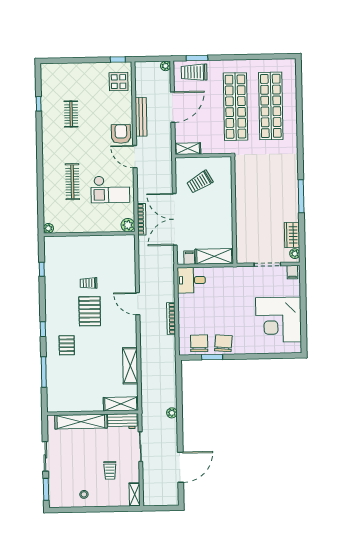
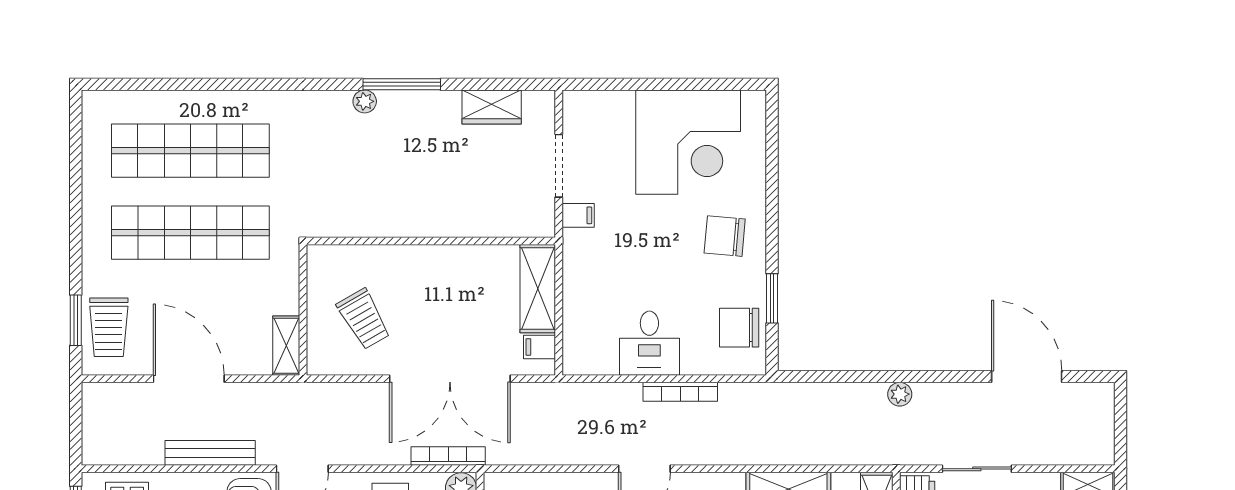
plant: (165, 66) -> (93, 394), removed
plant: (295, 254) -> (365, 101), moved
filing cabinet: (292, 272) -> (578, 215), moved
desk: (191, 280) -> (649, 343), moved
chair: (223, 343) -> (725, 236), moved

